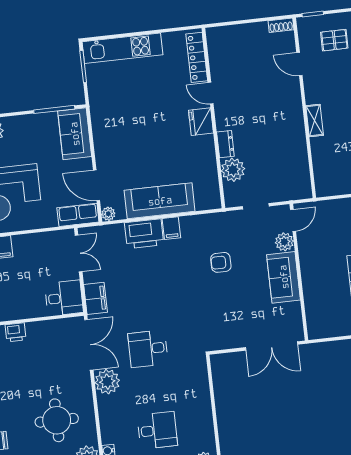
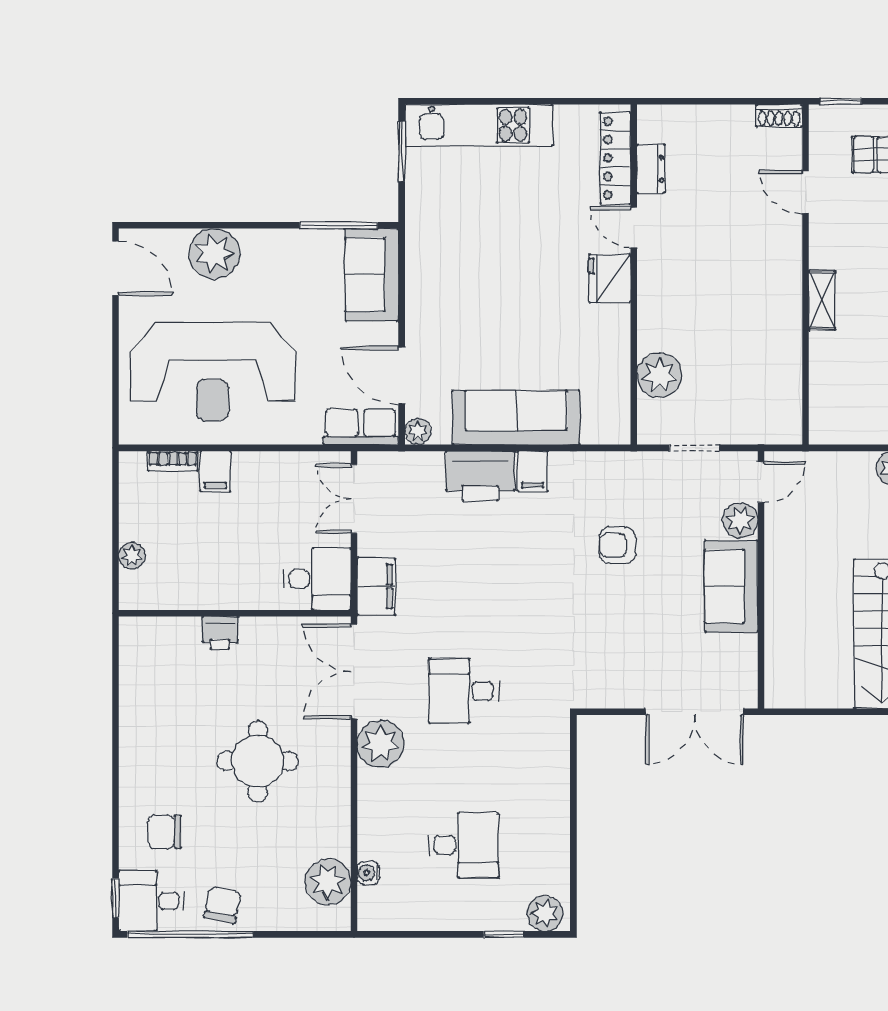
dresser: (225, 144) -> (651, 169), moved
double door: (79, 253) -> (354, 499), swing flipped
double door: (89, 345) -> (354, 671), swing flipped
round table: (57, 420) -> (258, 761), moved

